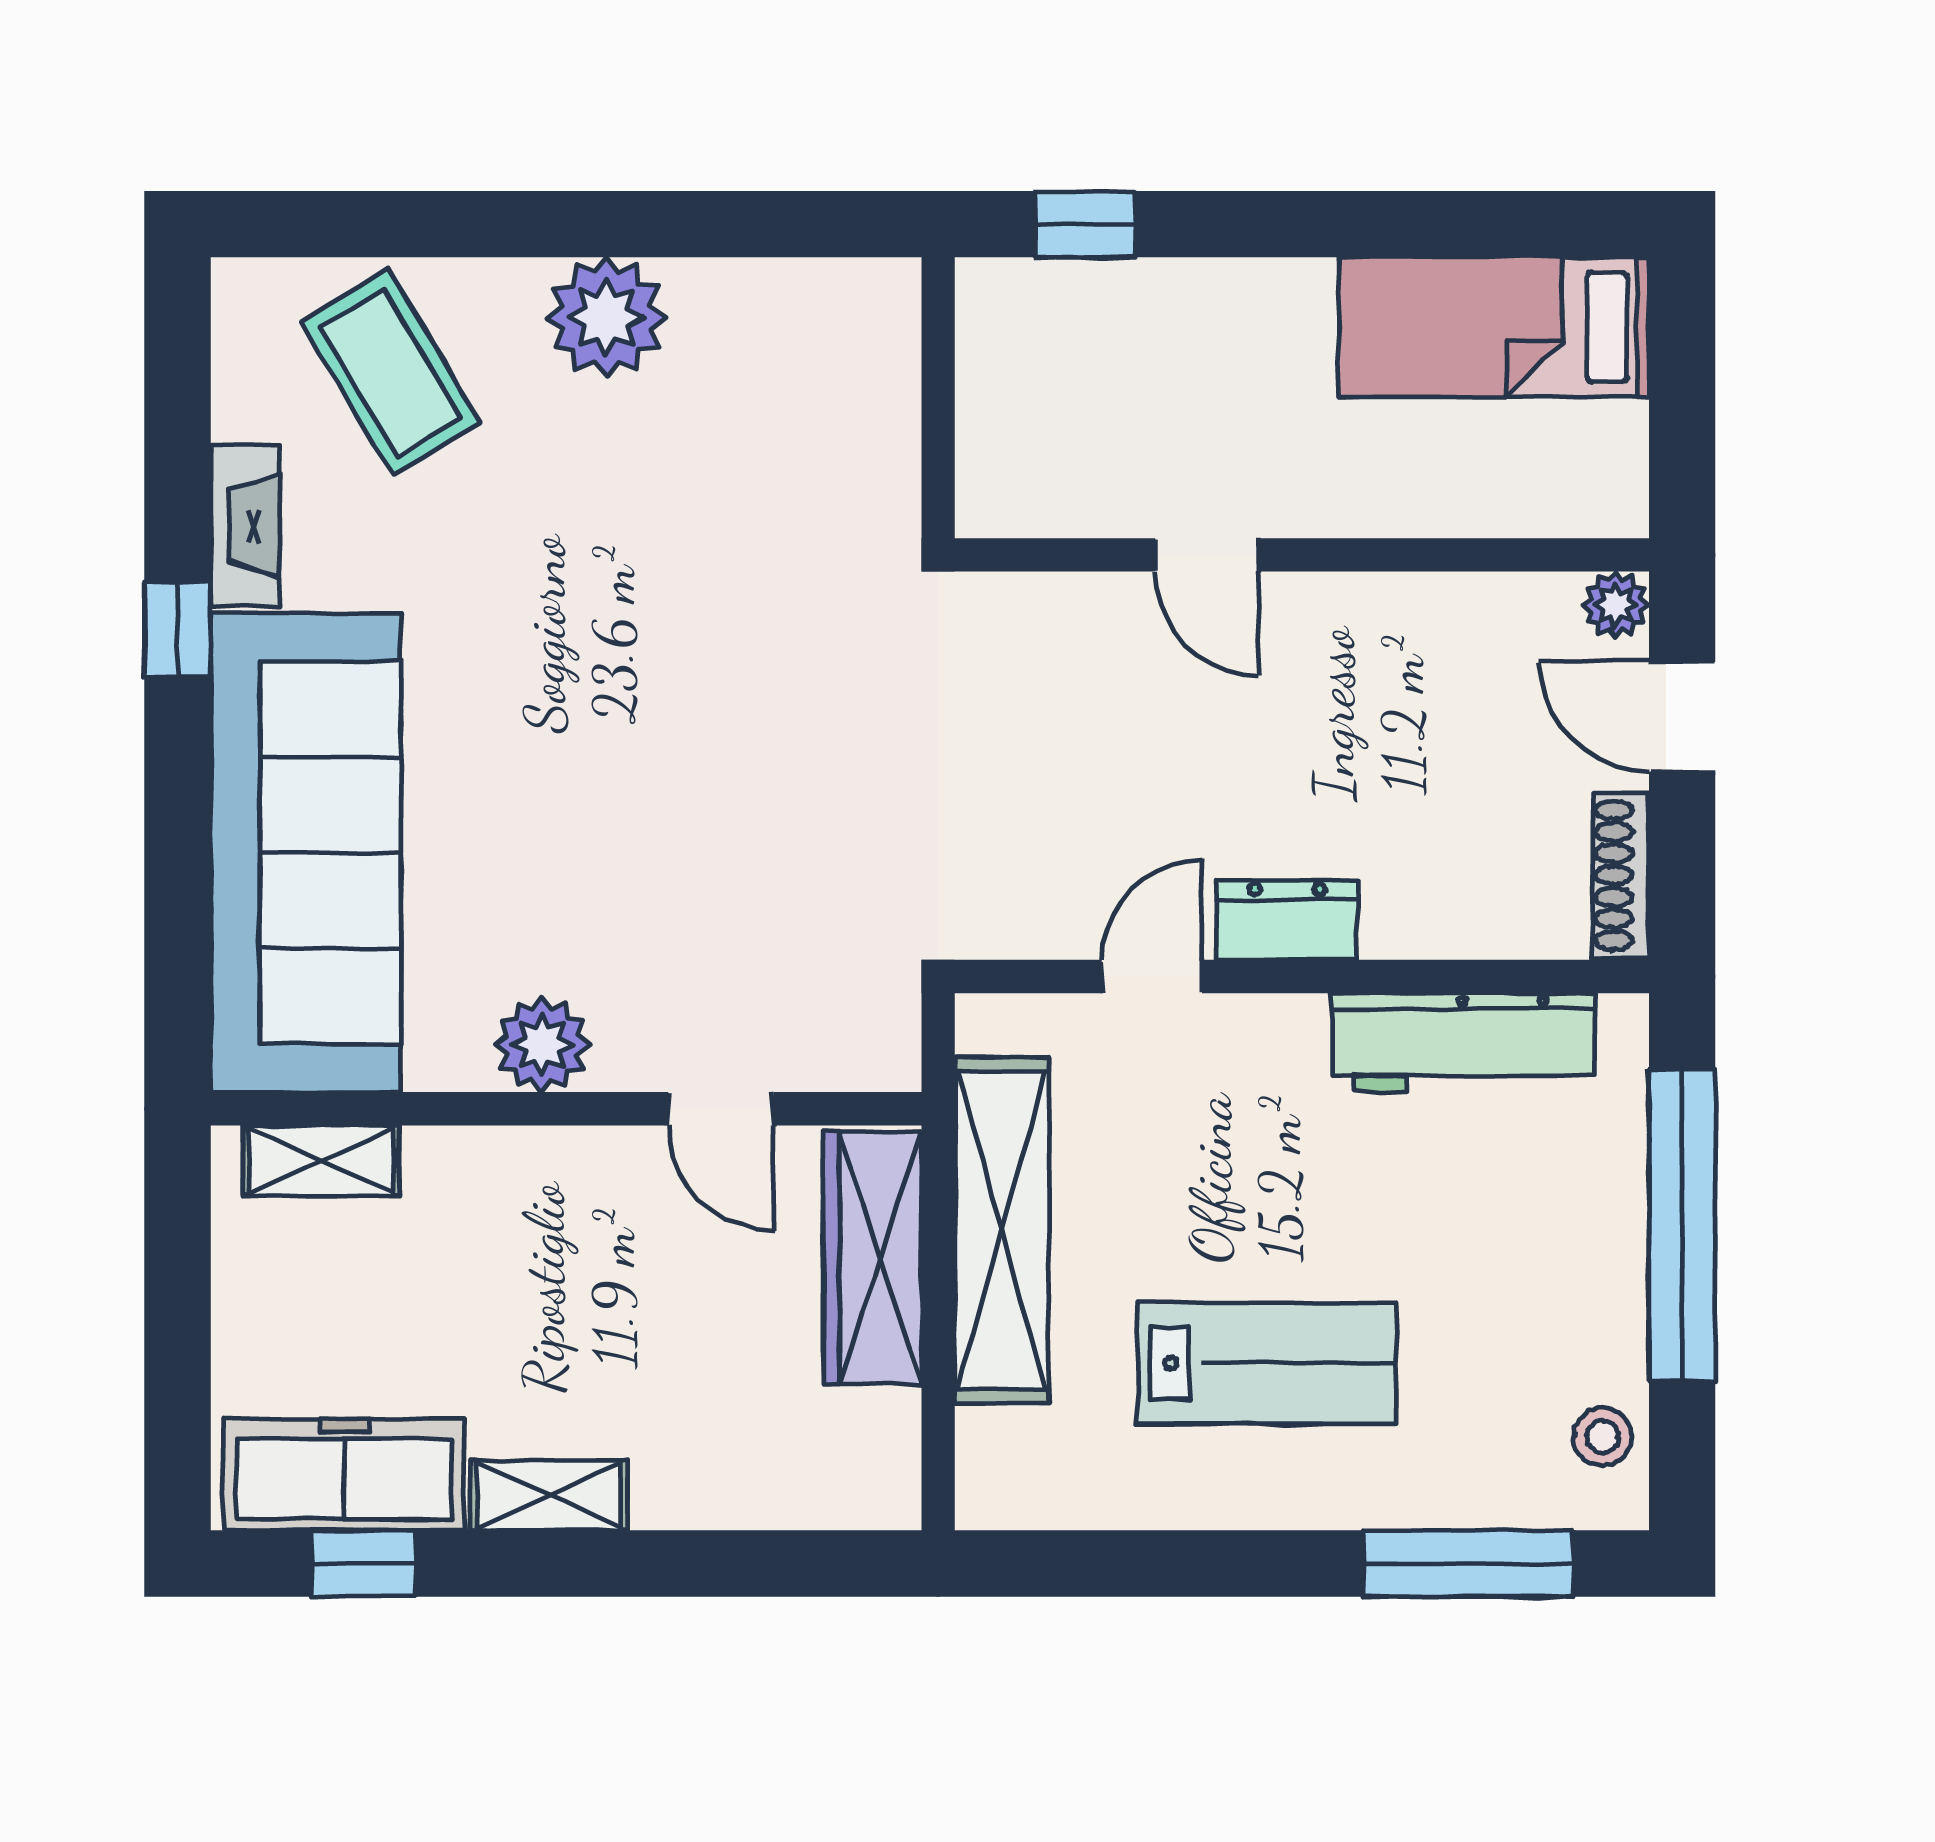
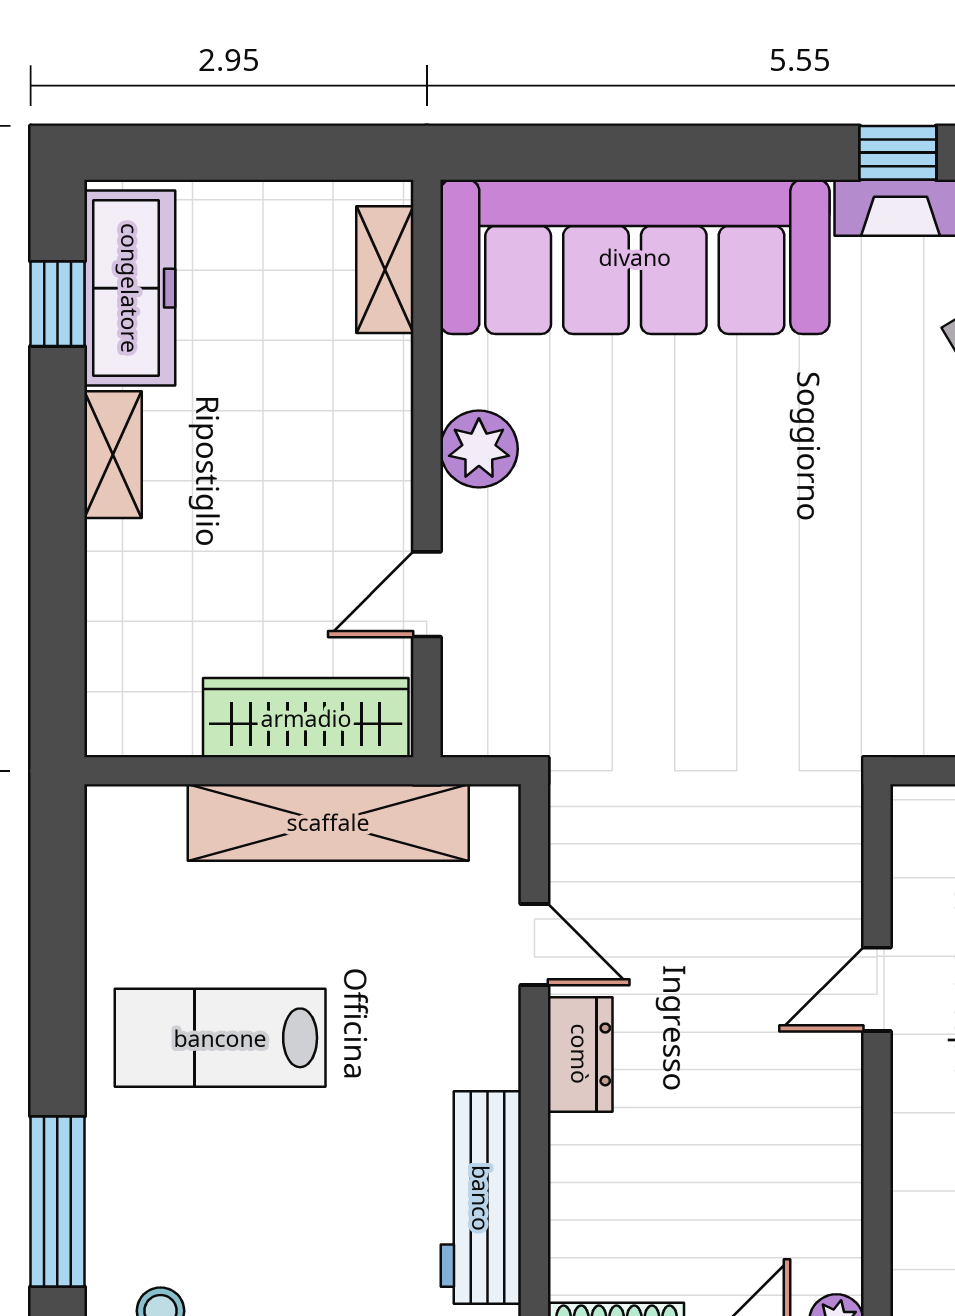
window: (178, 629) -> (898, 153), moved
lab bench: (1267, 1363) -> (220, 1038), turned 90

